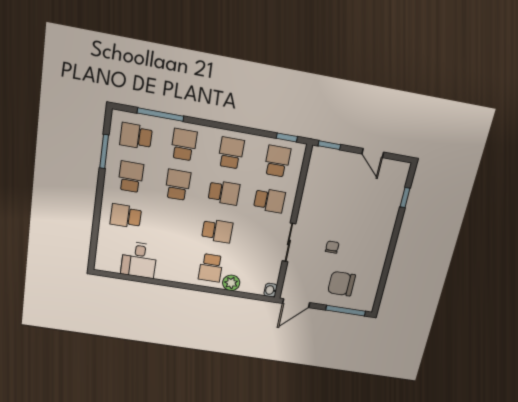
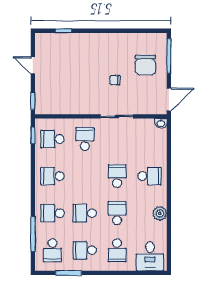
door: (373, 153) -> (33, 66), swing flipped
school desk: (224, 193) -> (117, 213), moved
desk: (139, 260) -> (150, 256), moved, turned 90
plant: (231, 283) -> (160, 213), moved
door: (296, 303) -> (169, 99), hinge flipped

